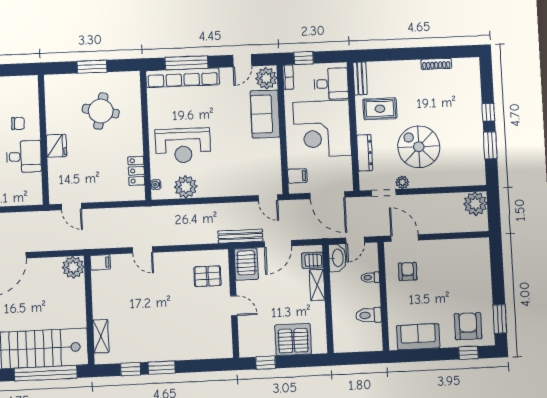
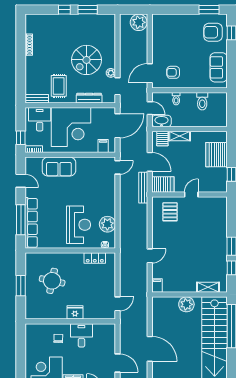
plant: (266, 78) -> (34, 164), removed
plant: (475, 204) -> (139, 22), moved
plant: (73, 267) -> (186, 304), moved

